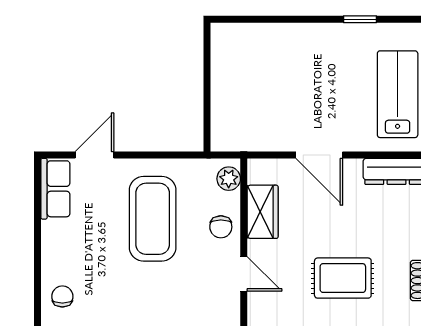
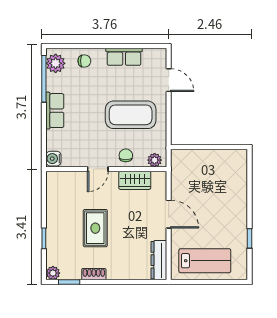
door: (319, 155) -> (169, 214), swing flipped
row of seats: (55, 189) -> (124, 57), moved
chair: (221, 227) -> (126, 155), turned 90

